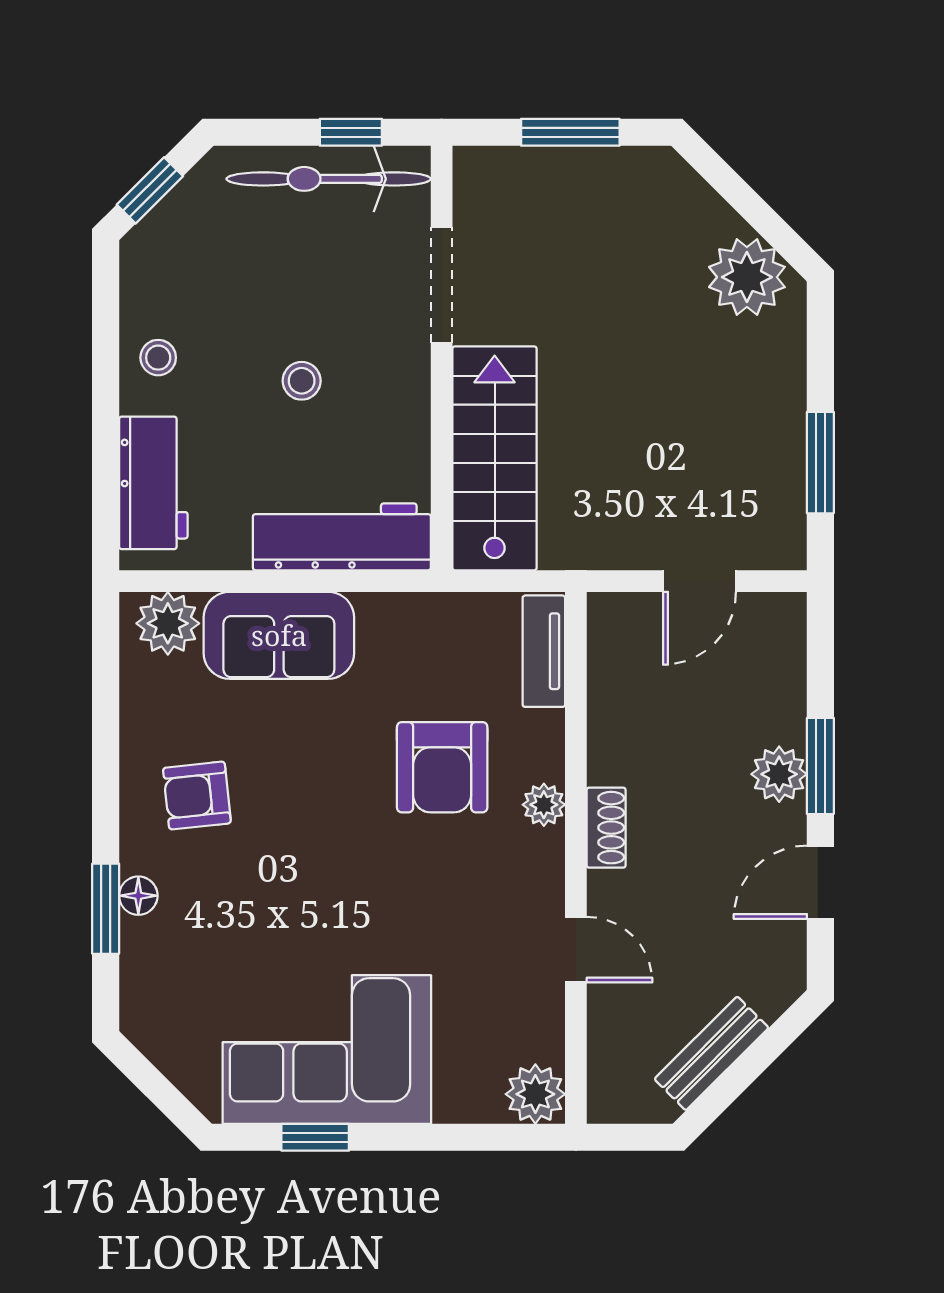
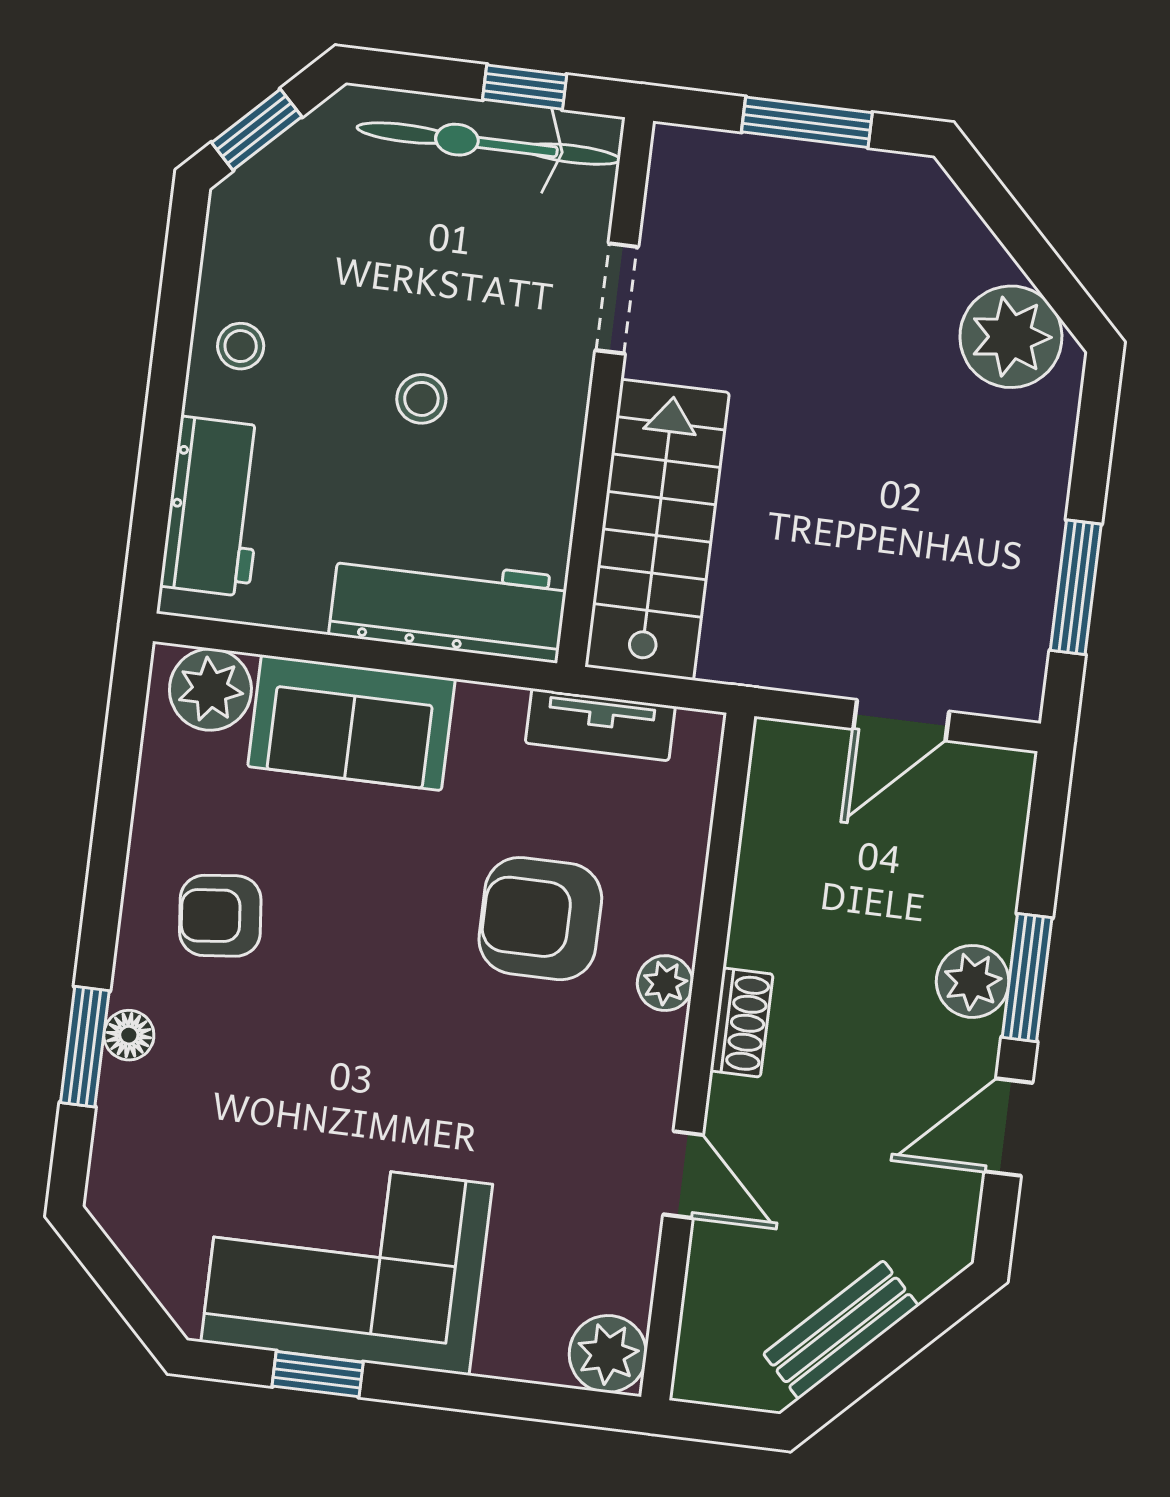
doorway: (442, 285) -> (617, 298), width x0.73
tv unit: (544, 651) -> (600, 725), moved, turned -90
armchair: (442, 767) -> (540, 919), turned 90

